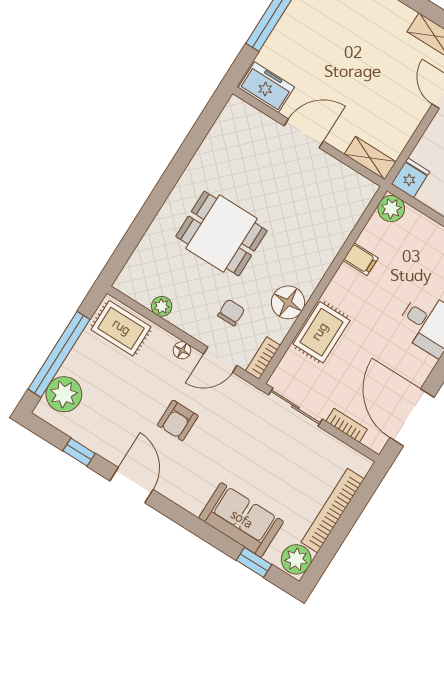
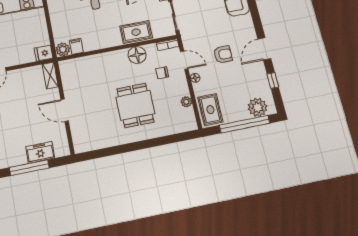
freezer: (266, 87) -> (40, 152), moved, turned 90
filing cabinet: (361, 259) -> (76, 46), moved

